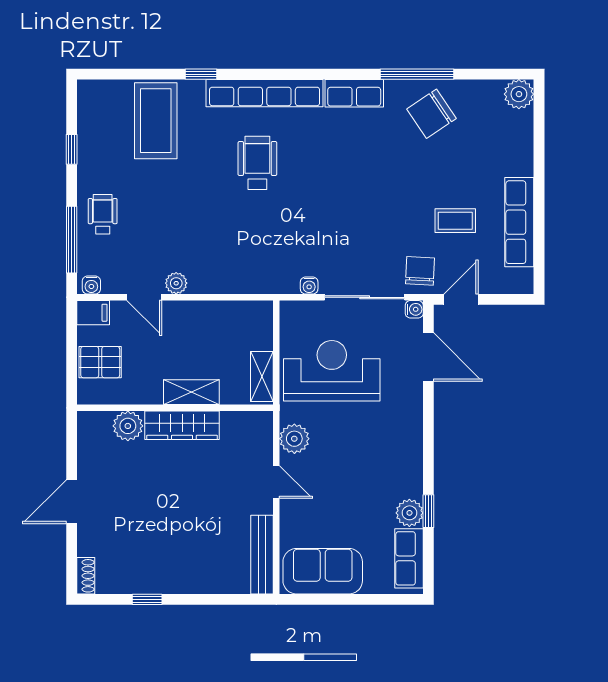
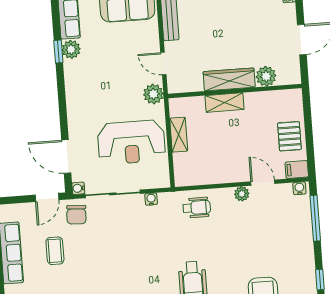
wheelchair: (103, 214) -> (197, 208), moved, turned -90
coffee table: (455, 221) -> (55, 251), turned 90
pallet: (100, 362) -> (289, 136), turned 90
shelving: (191, 392) -> (224, 103), moved
wall: (175, 408) -> (235, 91), moved
wardrobe: (182, 425) -> (229, 79), moved
plant: (128, 426) -> (266, 76), moved

